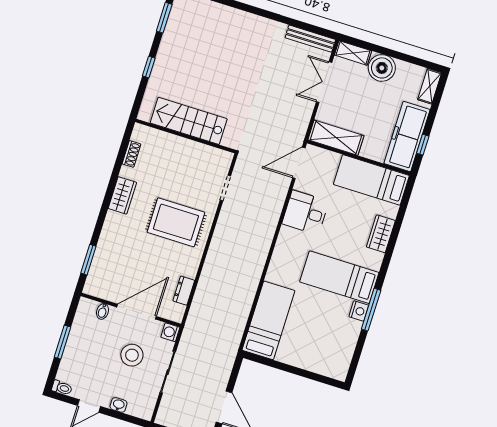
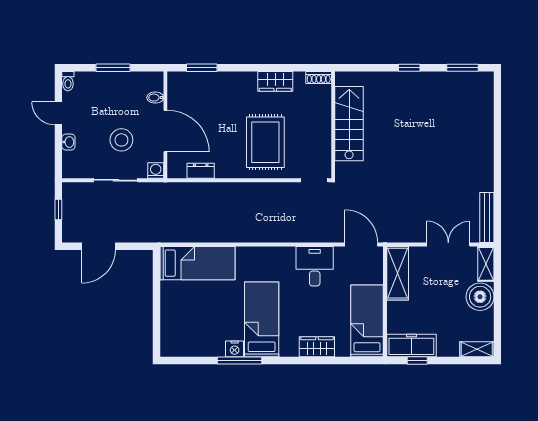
stairs: (189, 121) -> (349, 124), moved
wall: (185, 136) -> (333, 125), moved
freezer: (407, 137) -> (411, 345), width x0.73, depth x0.79

